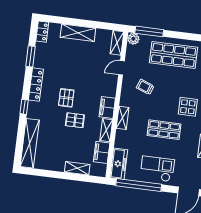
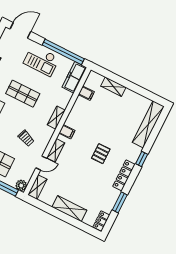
filing cabinet: (107, 108) -> (67, 132), width x0.50
pallet: (75, 120) -> (100, 131), removed
shelving: (106, 130) -> (56, 150), moved
filing cabinet: (102, 152) -> (86, 93), width x0.50

